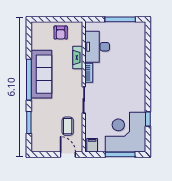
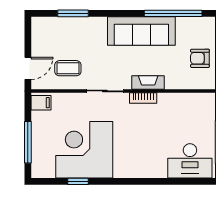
desk: (97, 47) -> (190, 161), moved, turned 180
fireplace: (78, 57) -> (148, 82), moved
window: (29, 80) -> (173, 13), moved
corner desk: (126, 132) -> (84, 150), moved, turned -90

